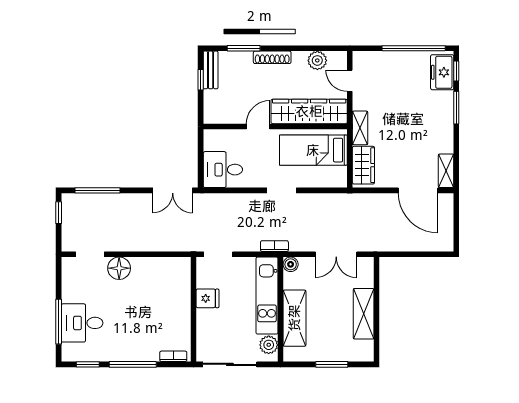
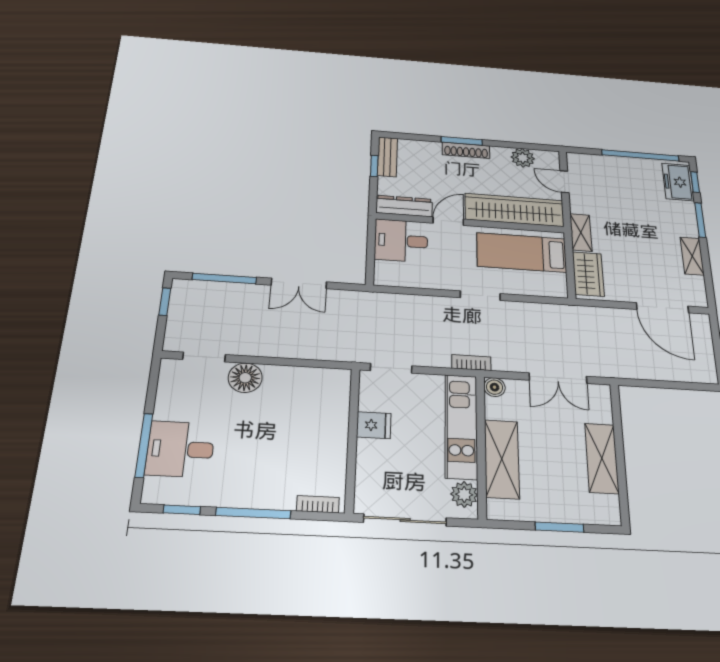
window: (244, 48) -> (462, 141), moved
dresser: (224, 115) -> (404, 206), added
desk: (223, 170) -> (401, 241), moved
shelving: (446, 171) -> (692, 256), moved
double door: (173, 190) -> (299, 283), moved

